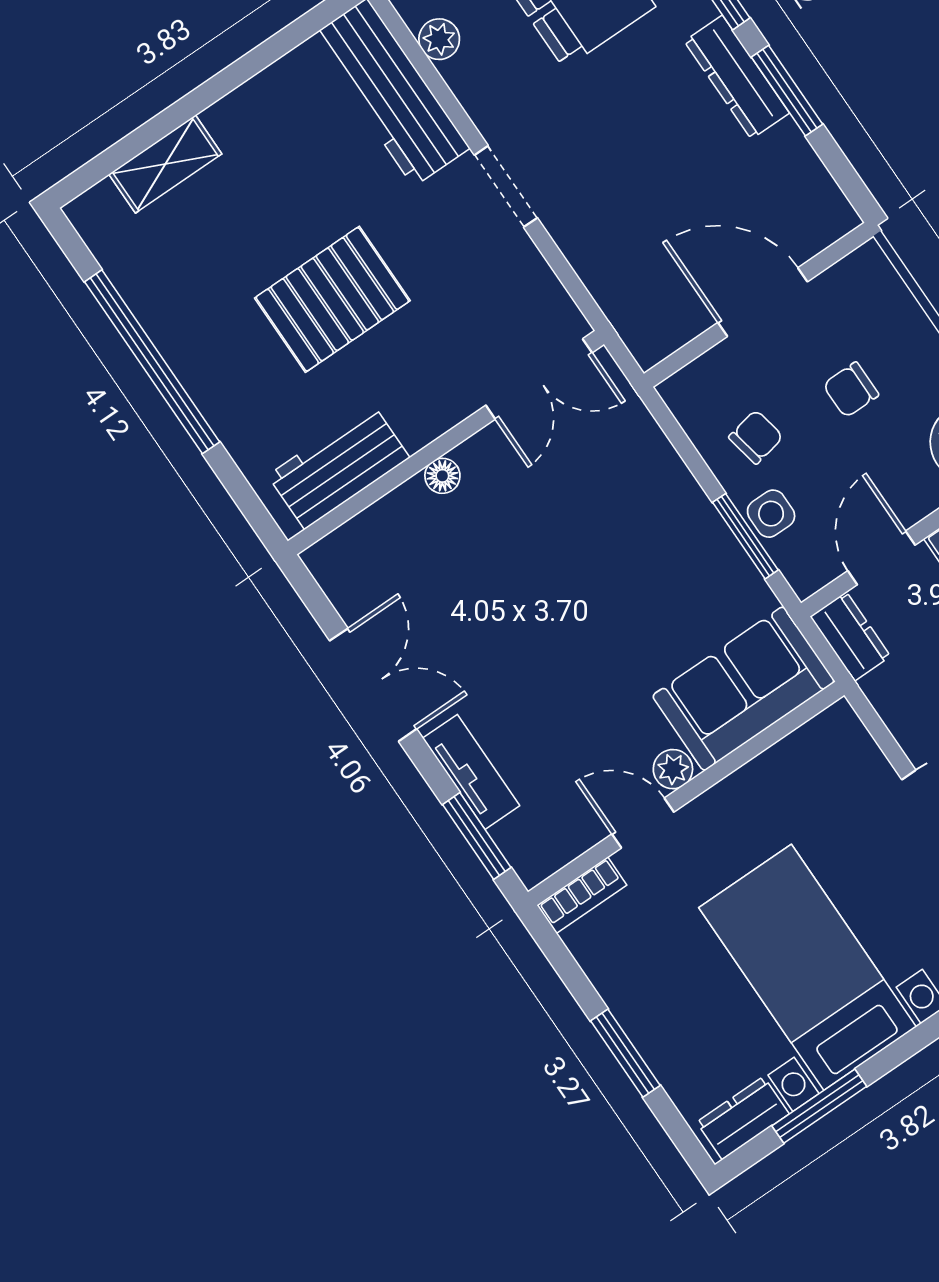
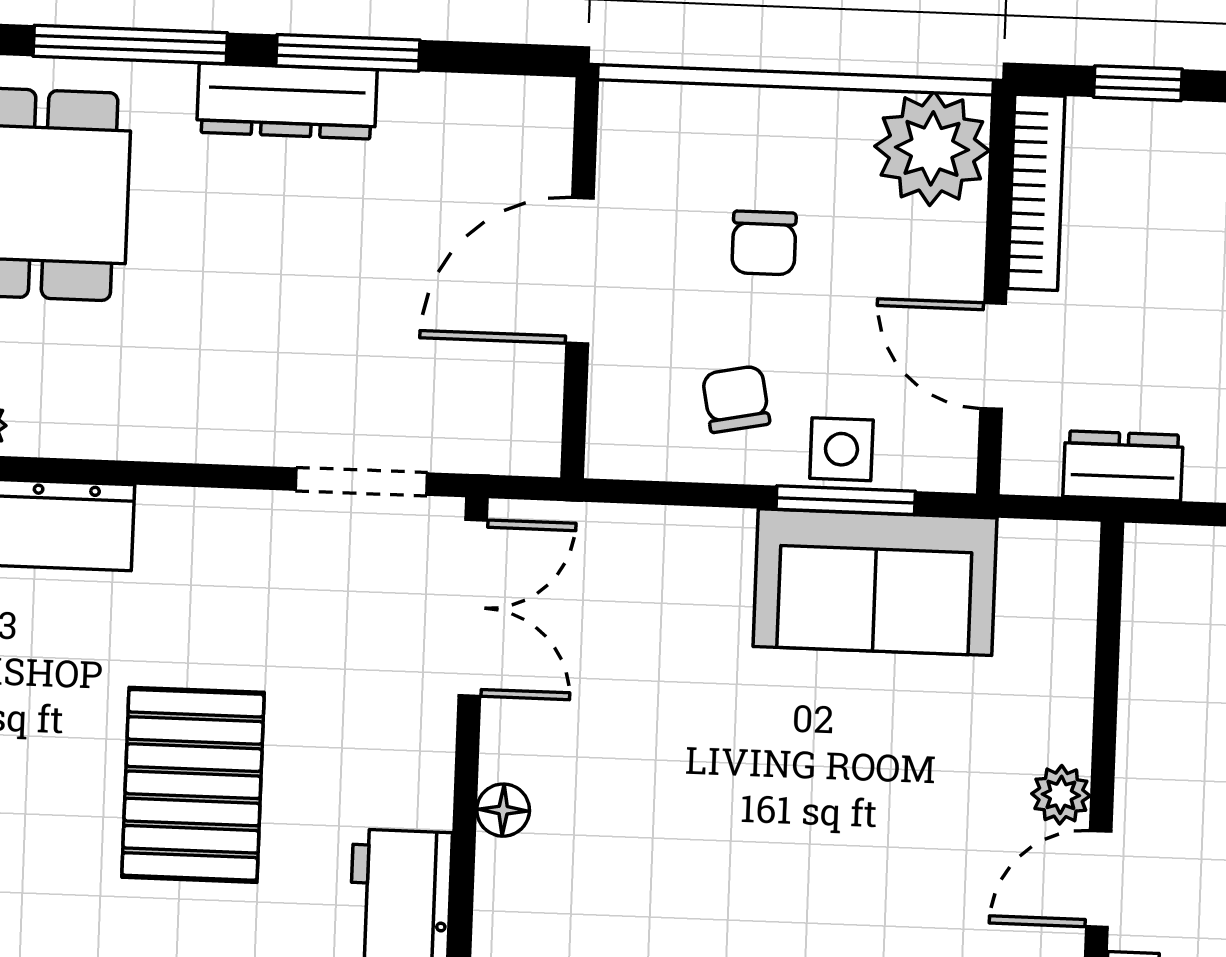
doorway: (506, 186) -> (361, 482), moved
dresser: (850, 636) -> (1123, 466), moved
sofa: (743, 689) -> (875, 582), moved, turned -90

